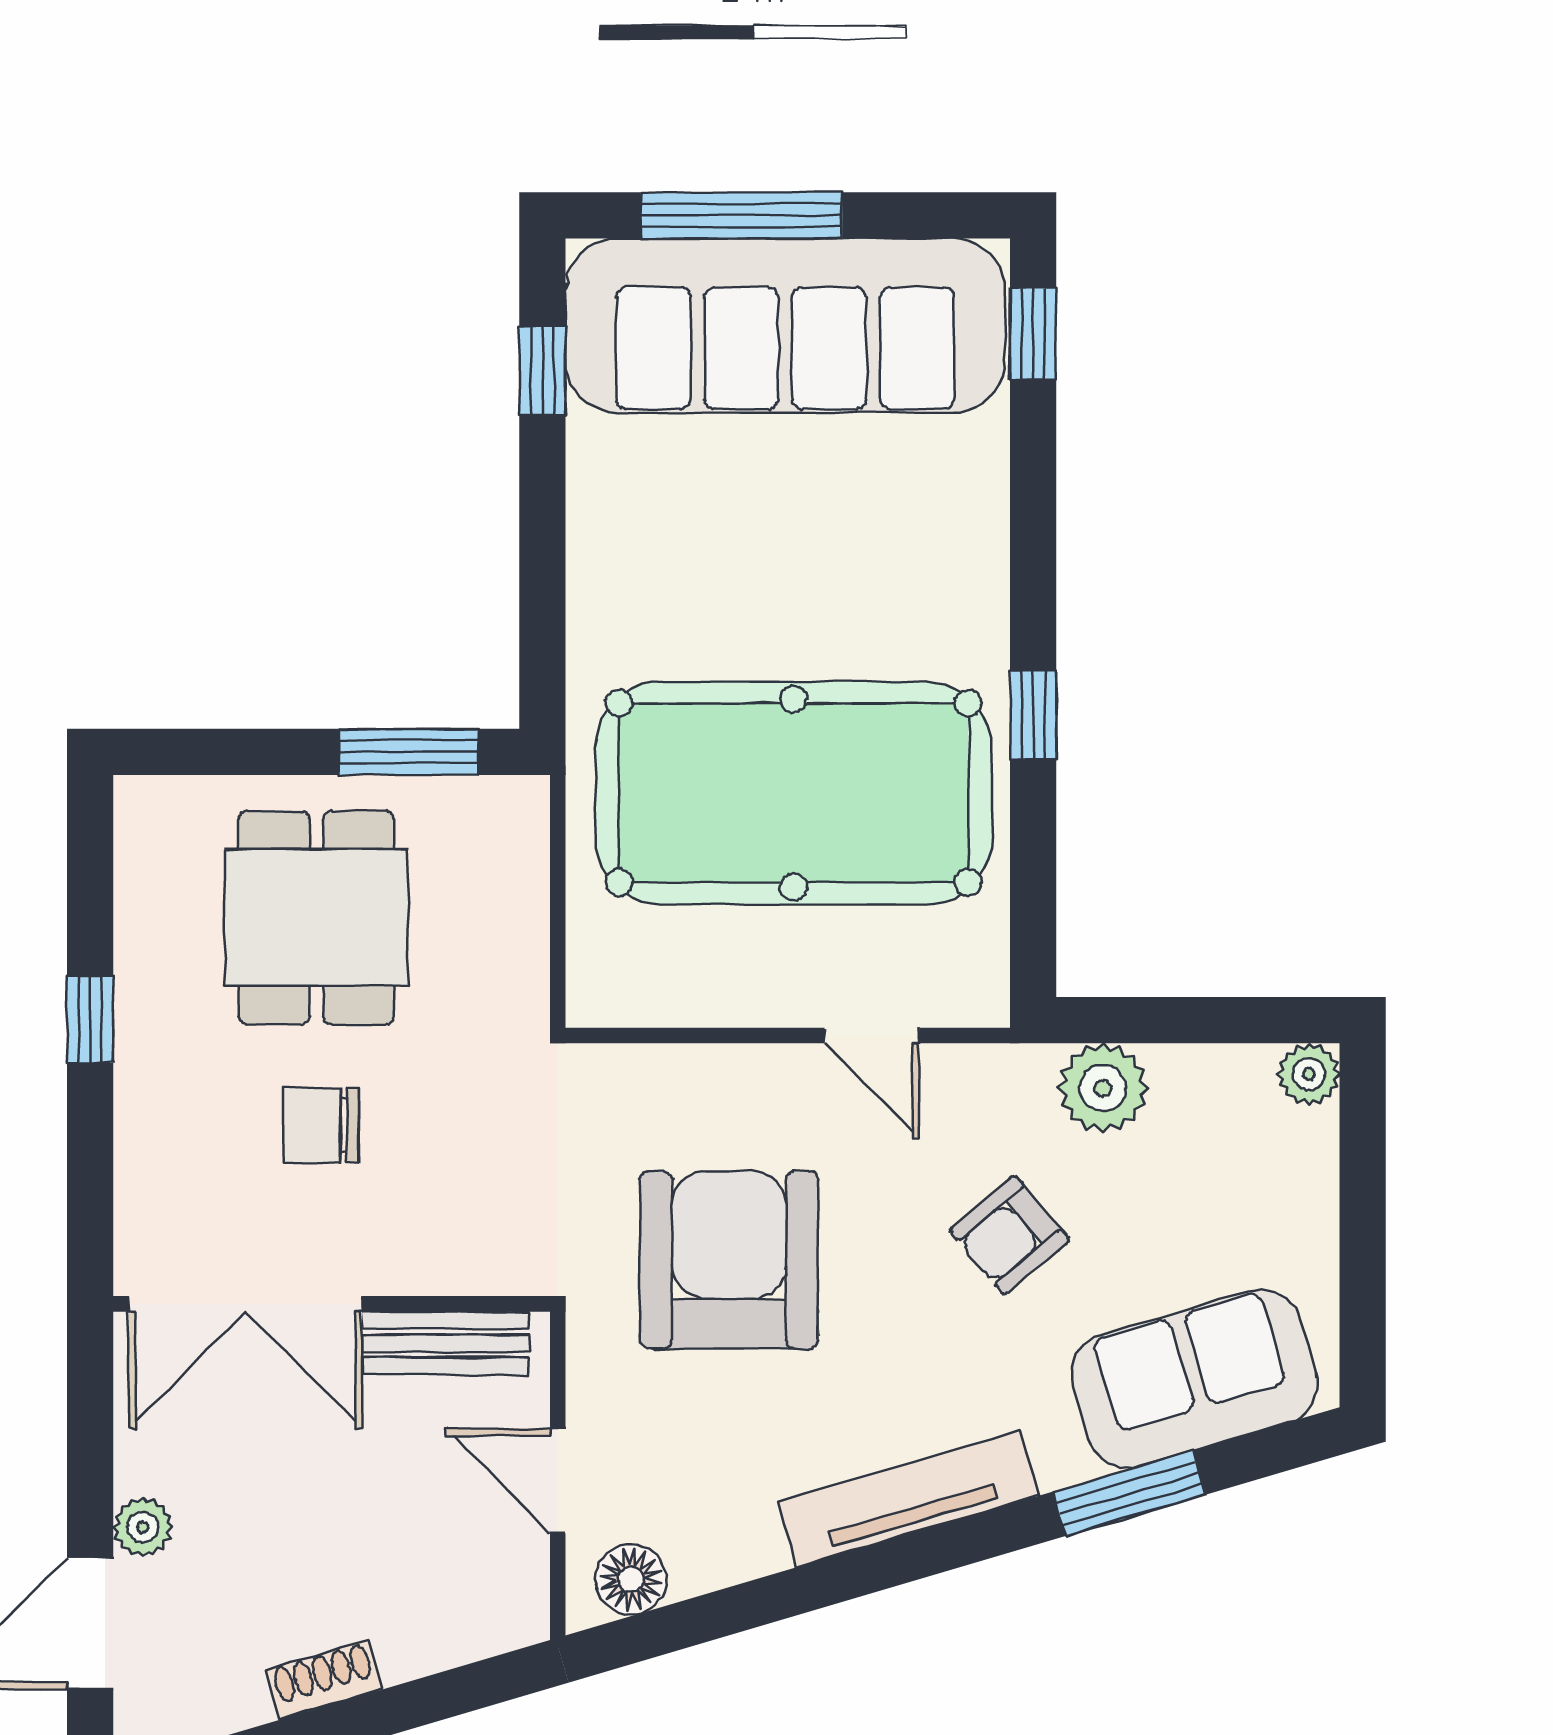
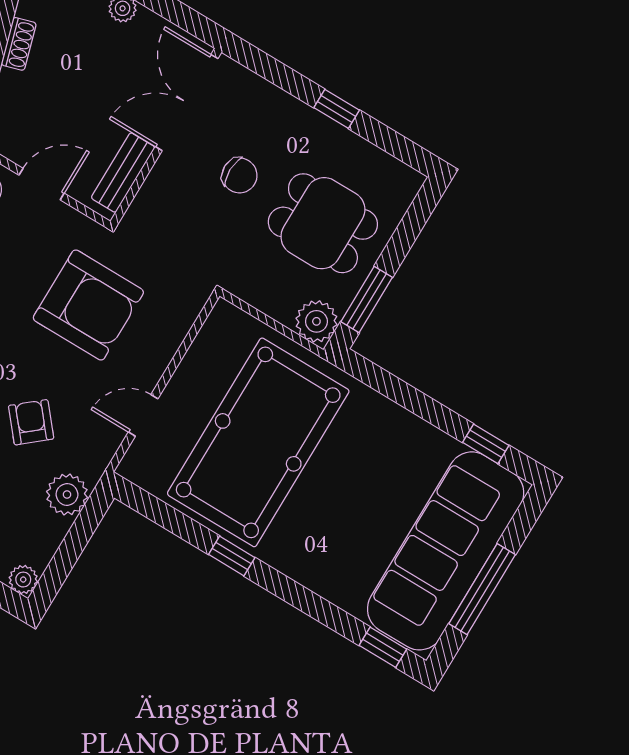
window: (742, 215) -> (482, 589), moved
plant: (505, 820) -> (316, 321), added
chair: (321, 1125) -> (240, 175), turned 90

